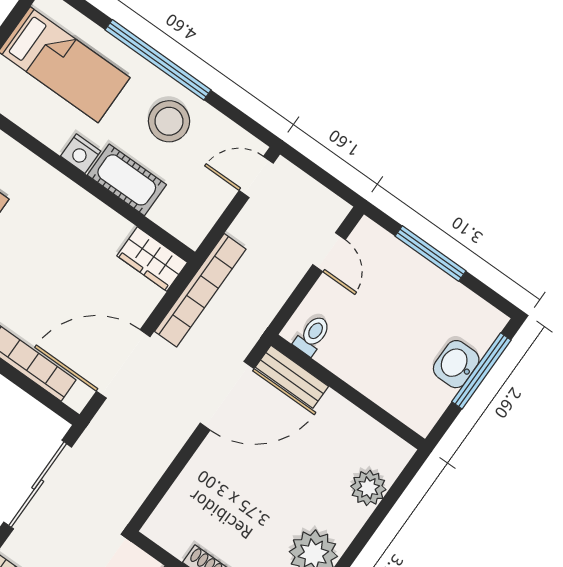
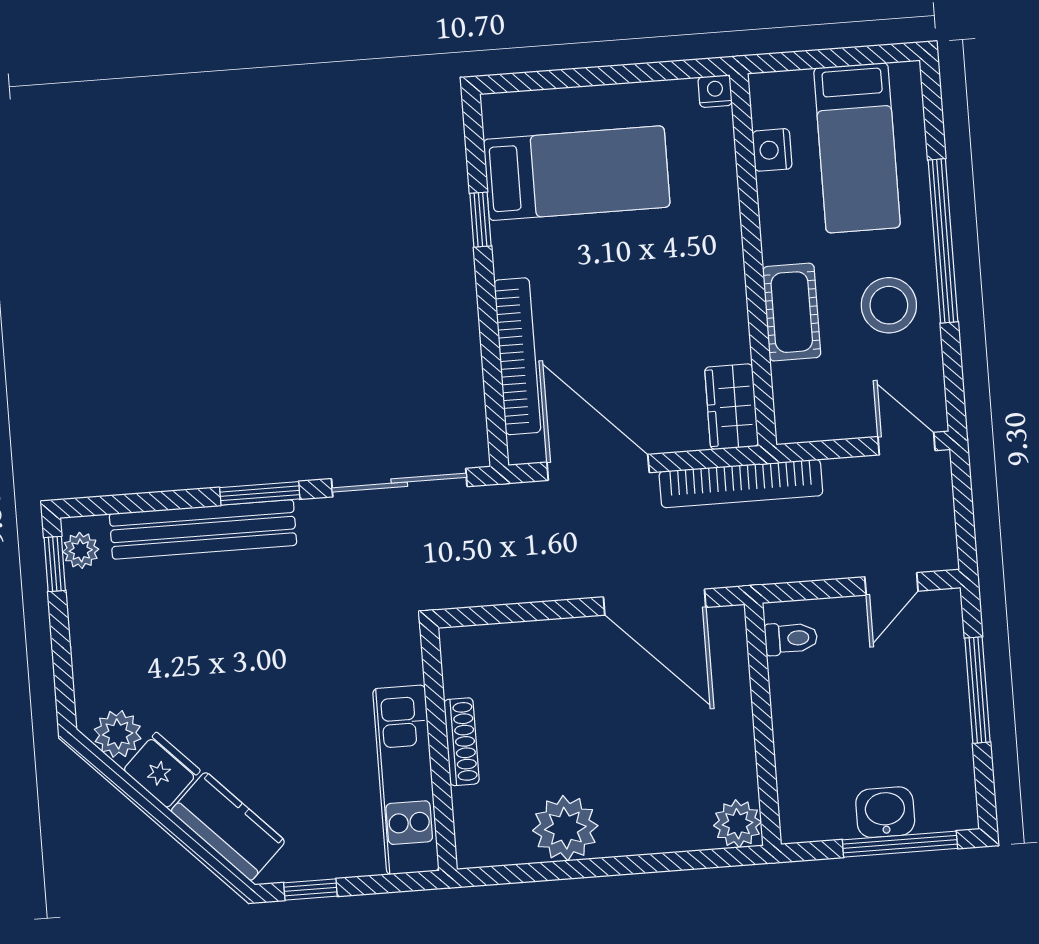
nightstand: (81, 154) -> (772, 150), moved
bench: (292, 377) -> (730, 653), removed
plant: (368, 488) -> (738, 824), moved

